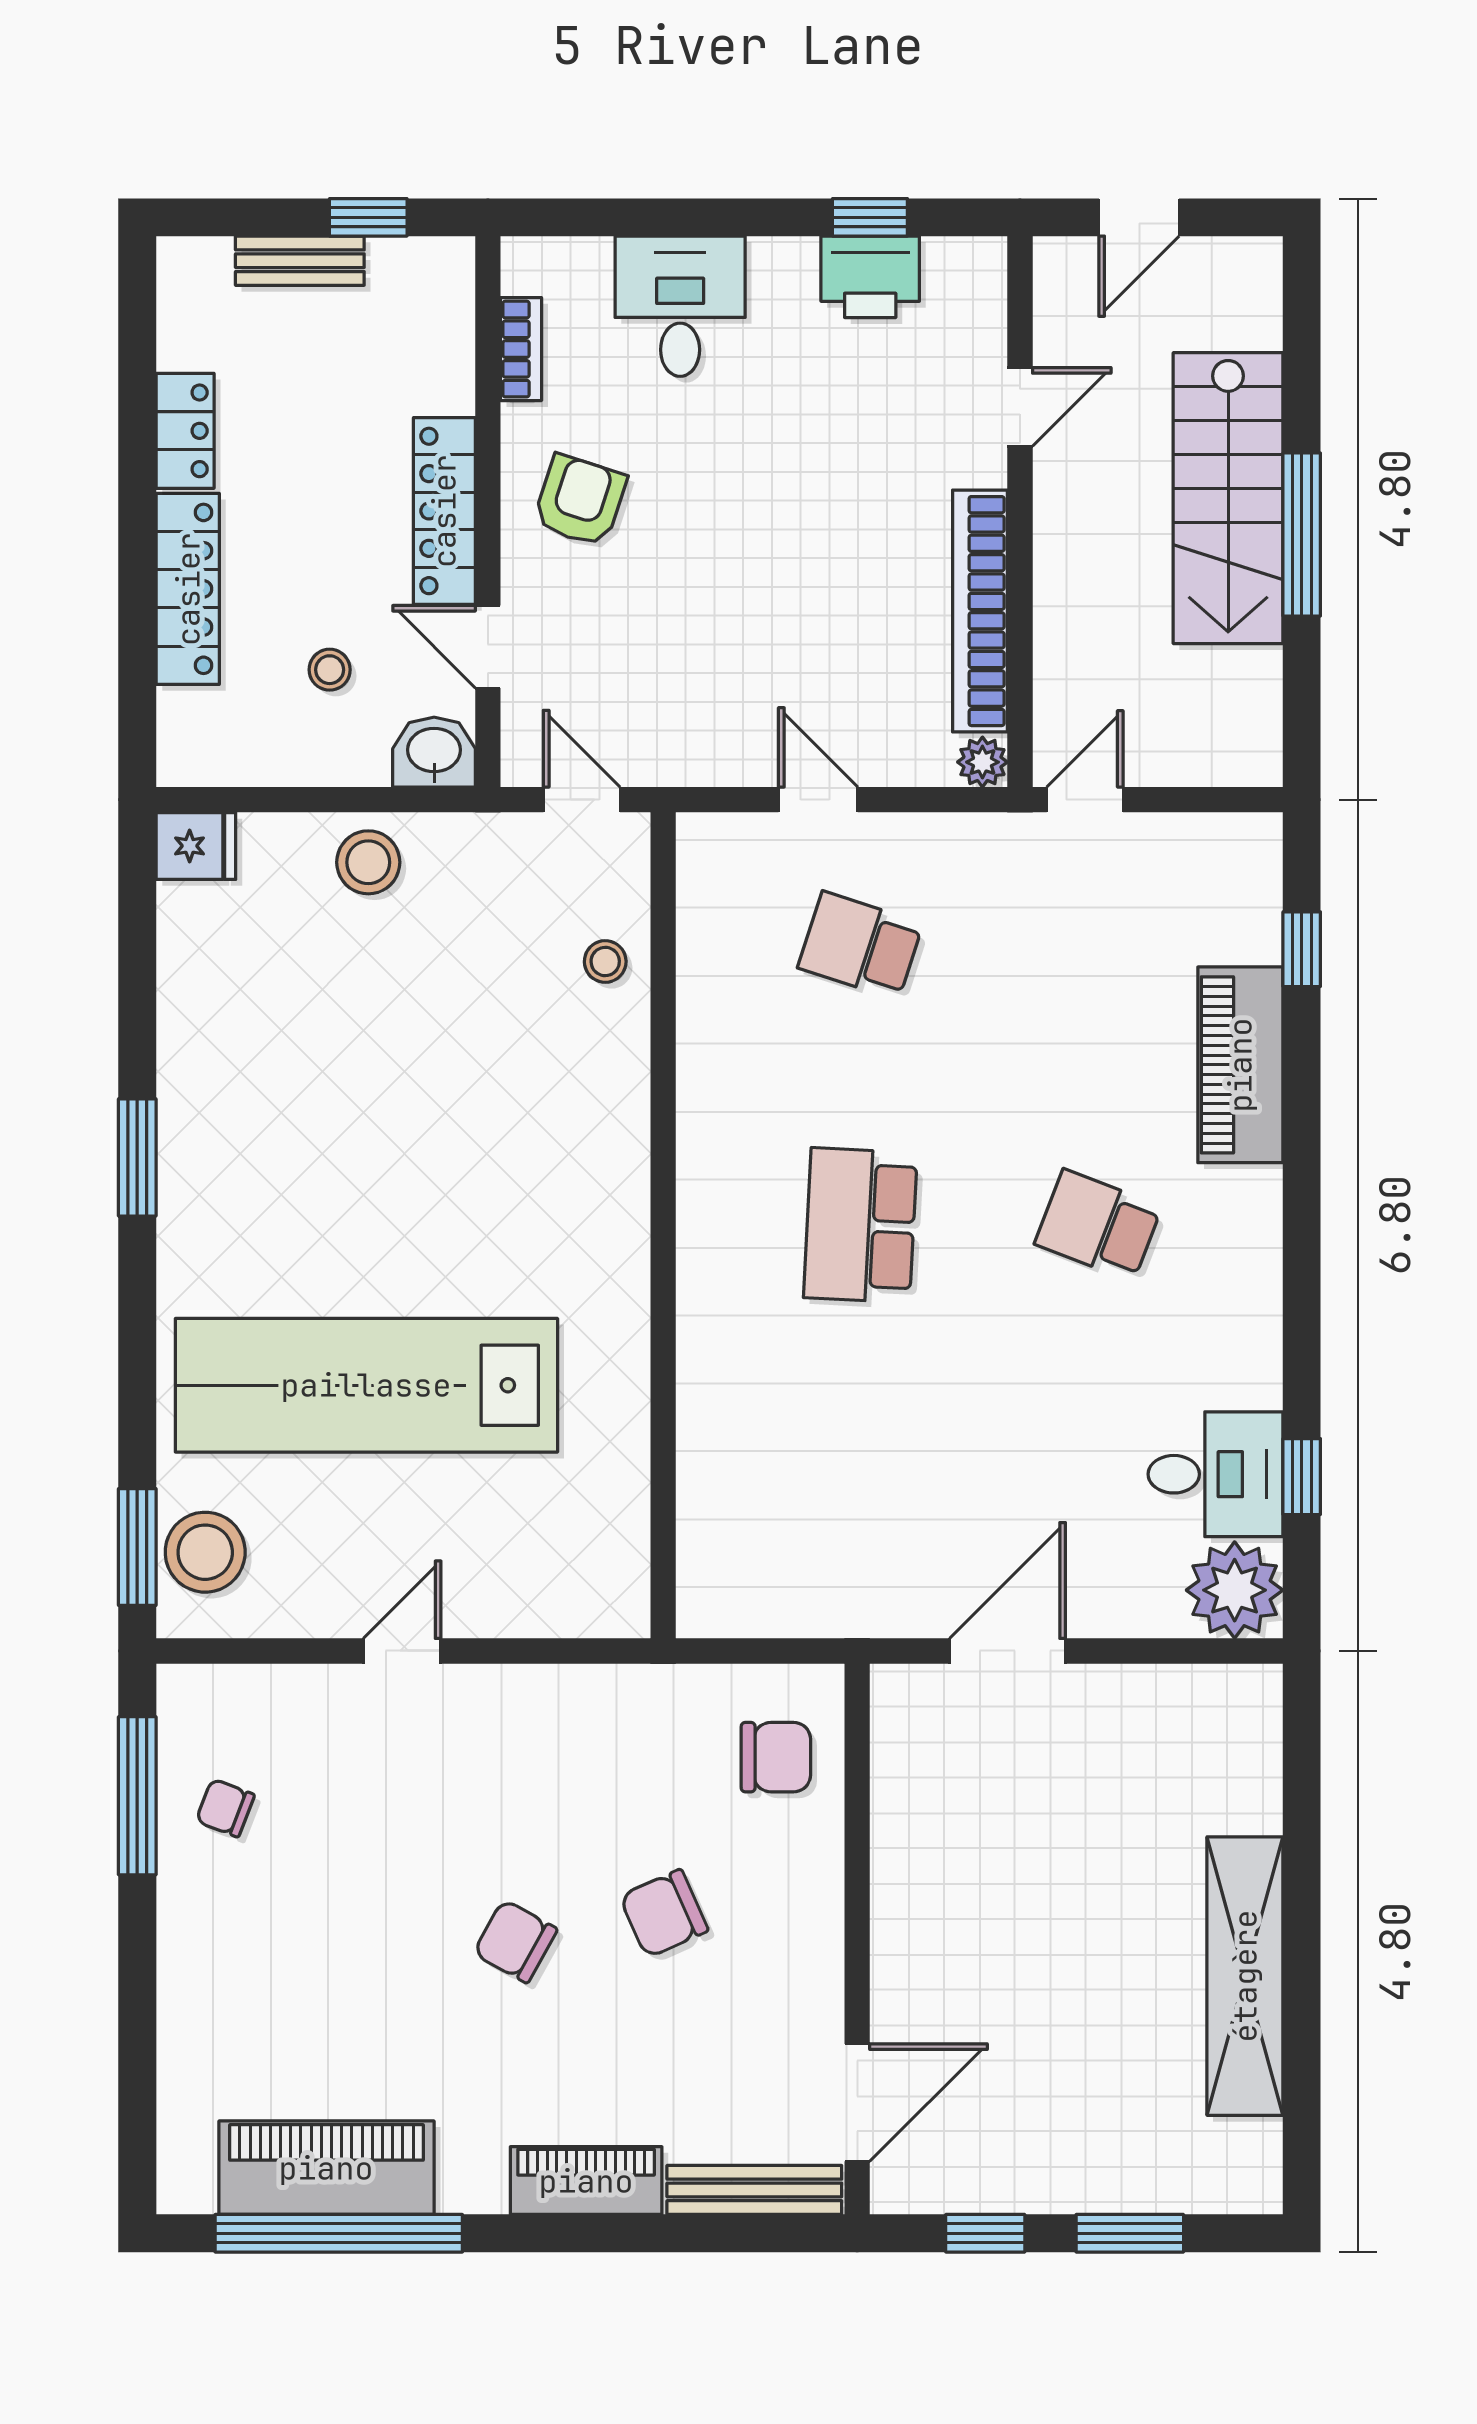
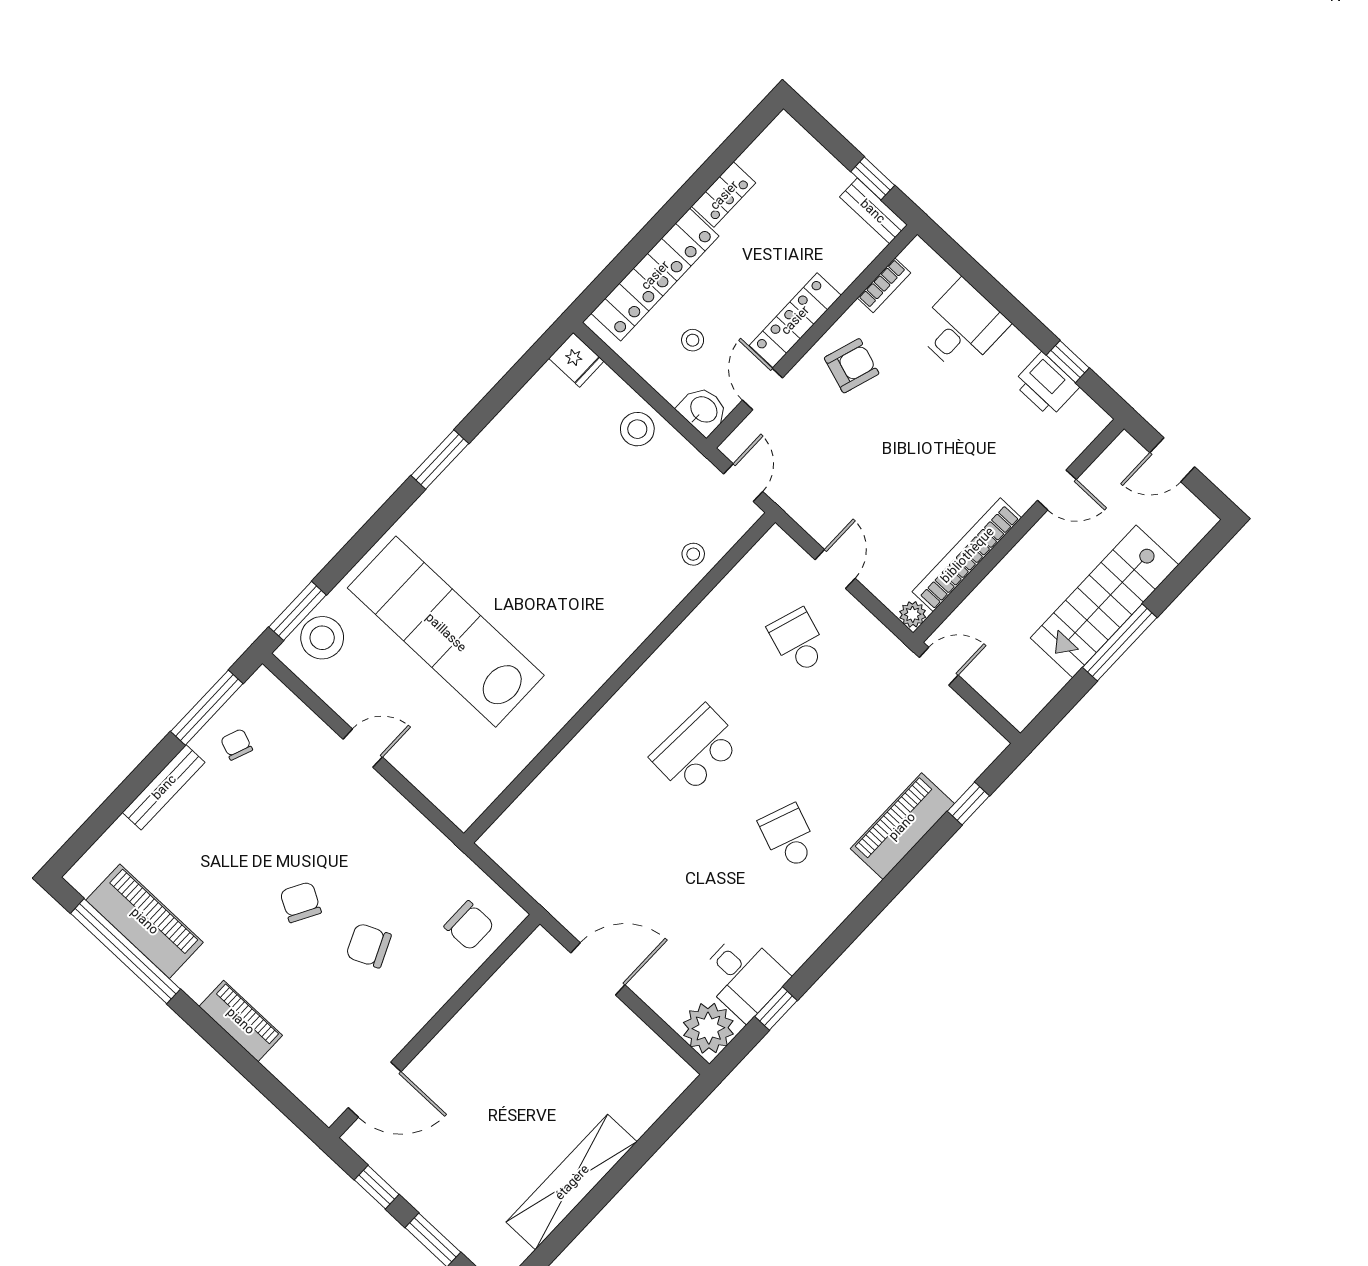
bench: (300, 261) -> (873, 211), moved
locker: (188, 589) -> (655, 275), width x1.41, depth x1.21
bench: (754, 2190) -> (164, 787), moved, turned 90

